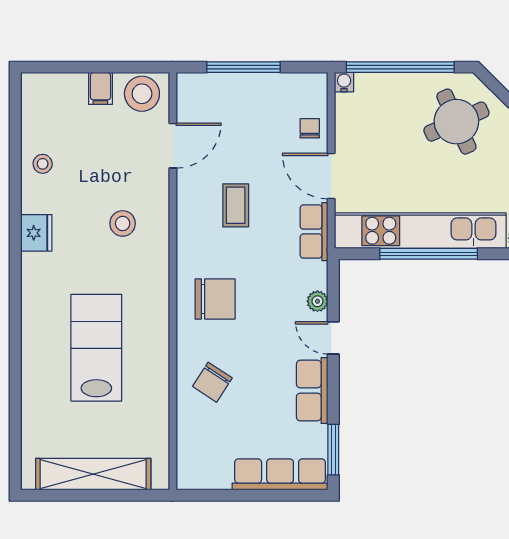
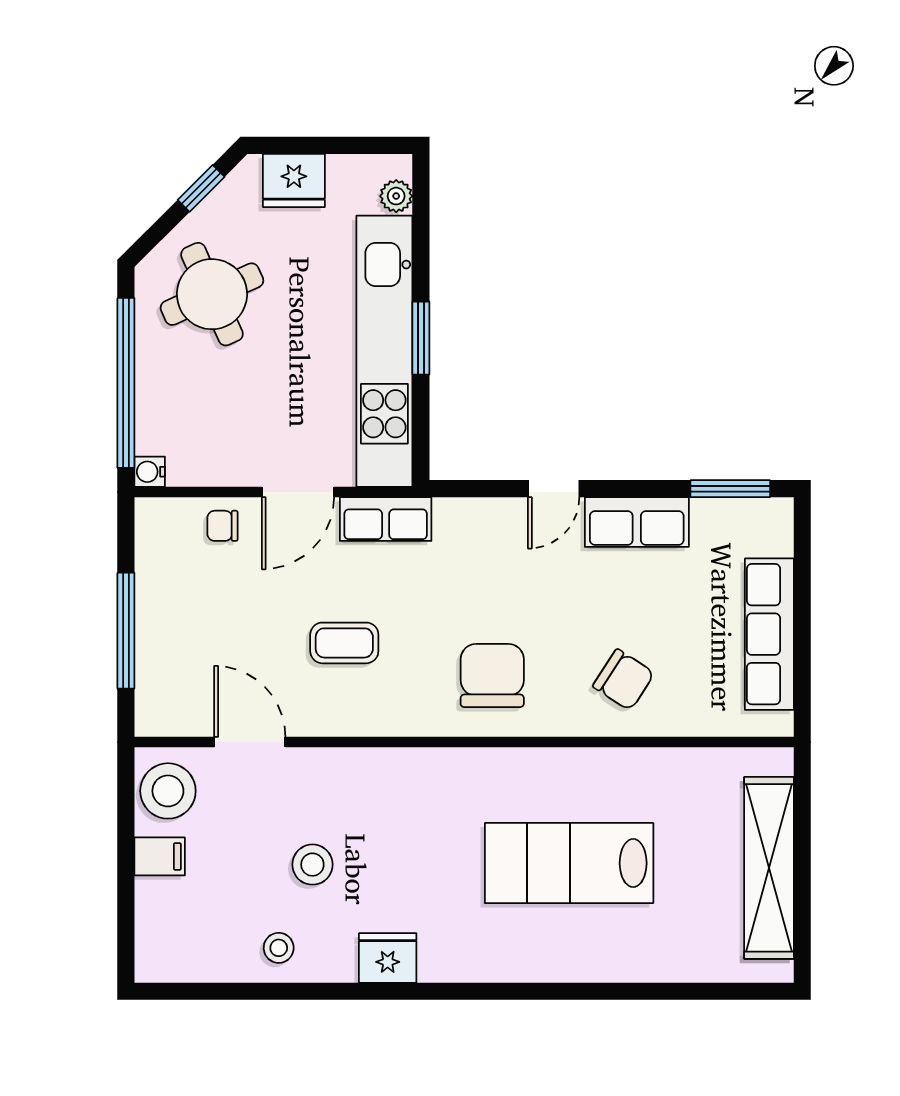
stool: (123, 223) -> (312, 865), moved
window: (429, 254) -> (421, 338), width x0.47
plant: (317, 301) -> (496, 514), removed
row of seats: (280, 474) -> (769, 634), moved

